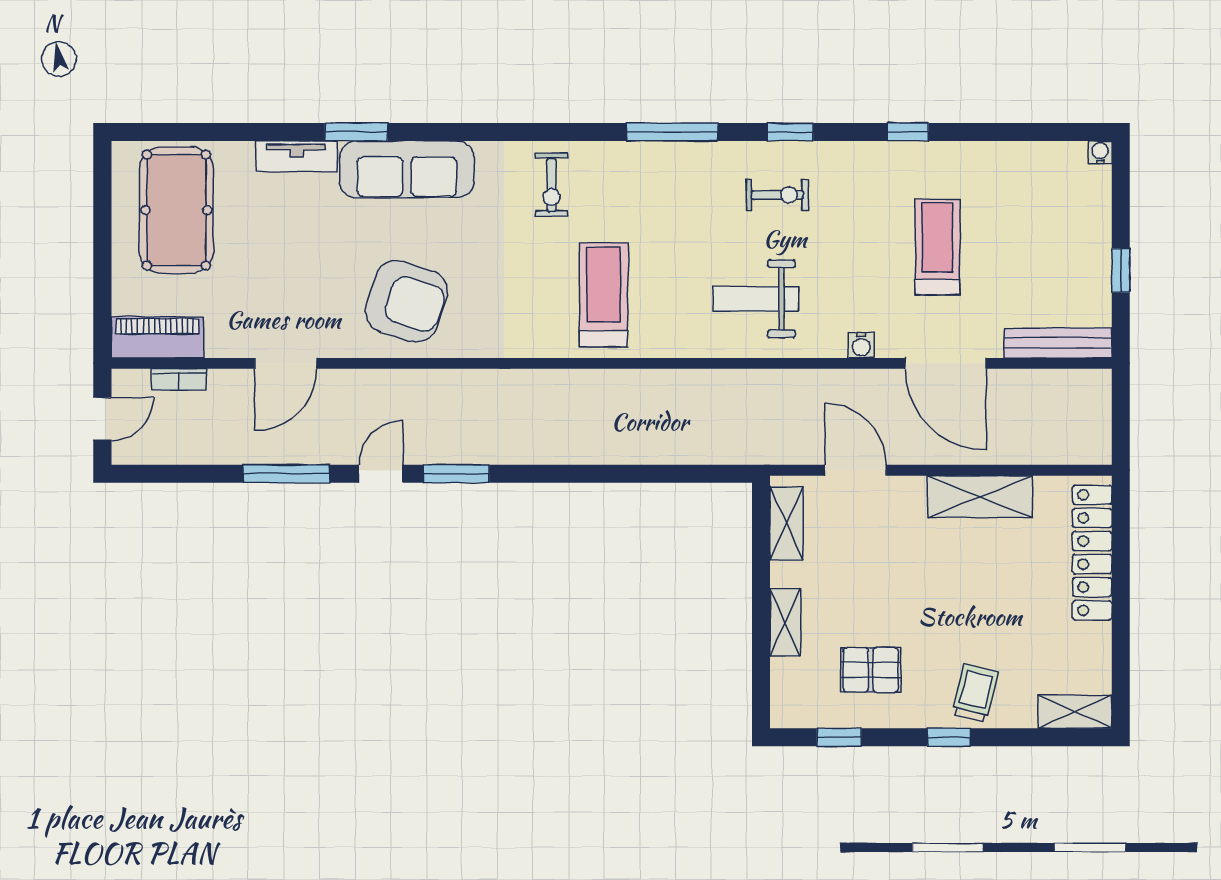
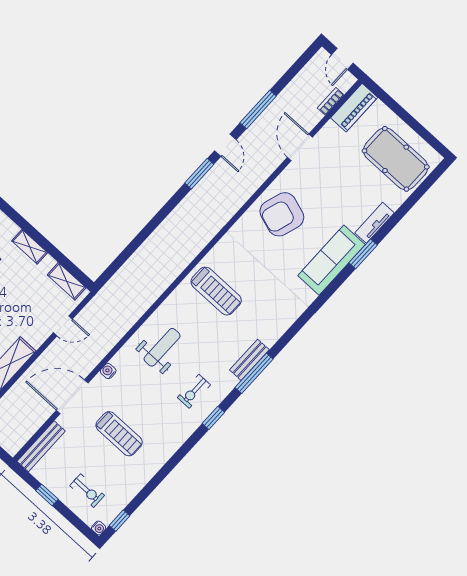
window: (908, 132) -> (119, 521), moved
bench: (659, 156) -> (249, 360), added
exercise bike: (551, 185) -> (87, 491), moved, turned 180
door: (856, 470) -> (63, 326), width x0.73

